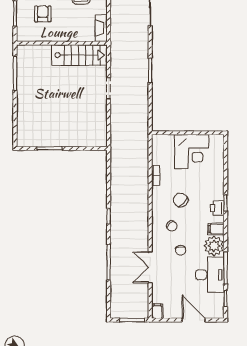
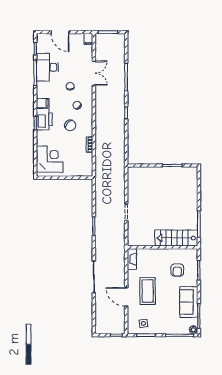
stairs: (79, 55) -> (176, 238), moved
corner desk: (192, 151) -> (50, 159), moved, turned 90
printer: (217, 208) -> (44, 119), width x1.87, depth x1.48
plant: (214, 246) -> (44, 90), removed

